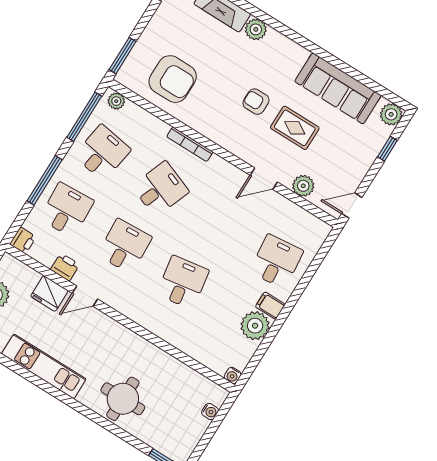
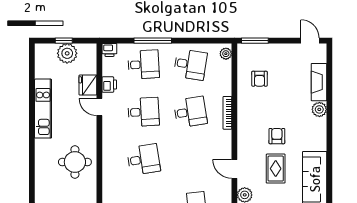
armchair: (173, 79) -> (260, 79), width x0.53, depth x0.53
window: (84, 117) -> (205, 41), removed
desk: (160, 189) -> (190, 112), turned -30
round table: (123, 399) -> (75, 162), moved

